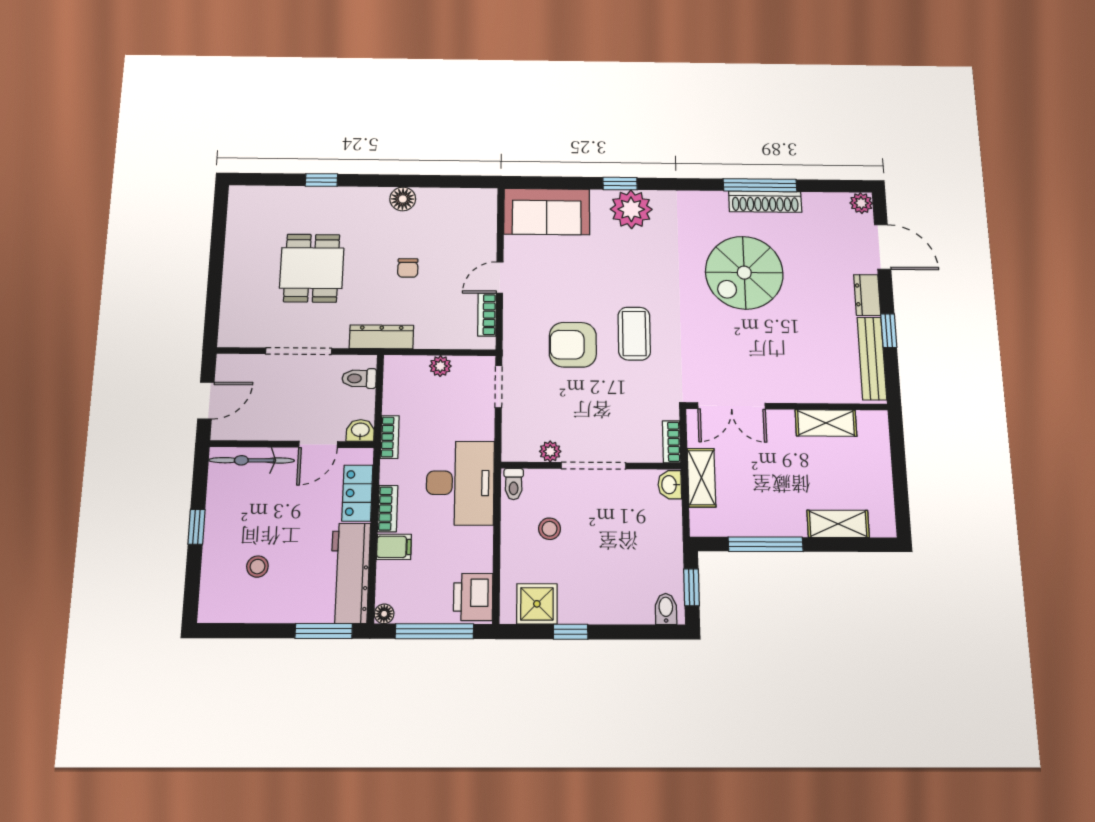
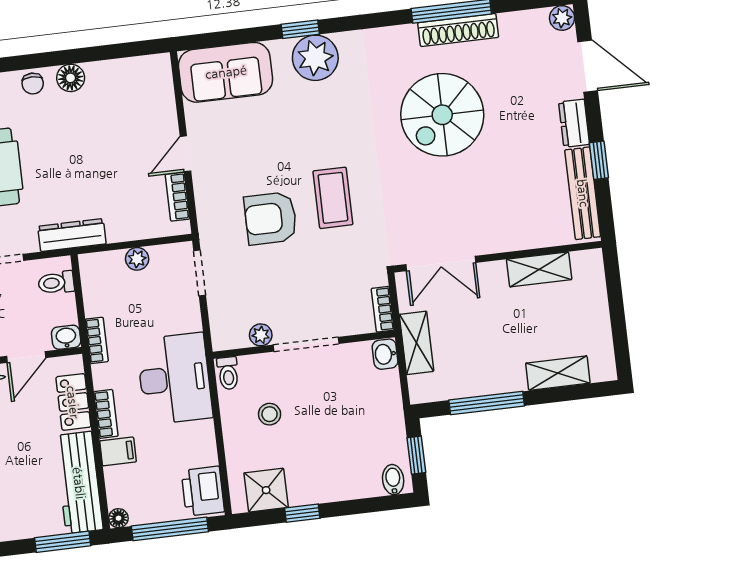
chair: (408, 268) -> (33, 84), moved

